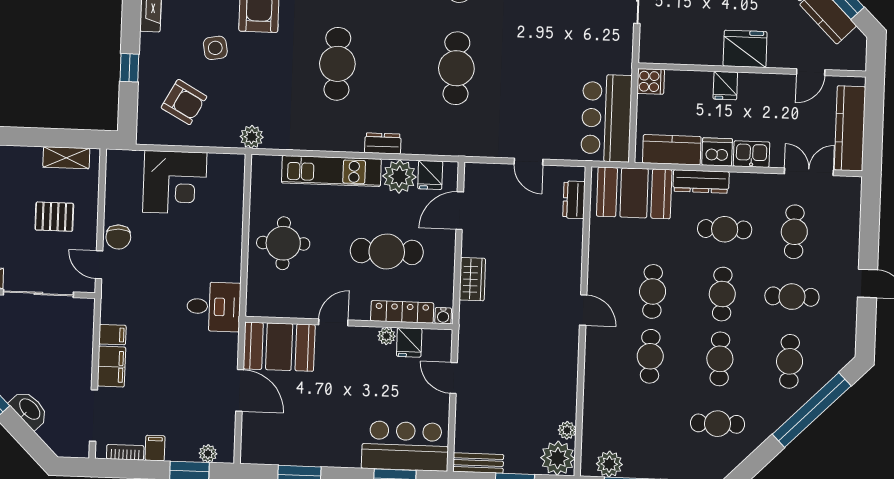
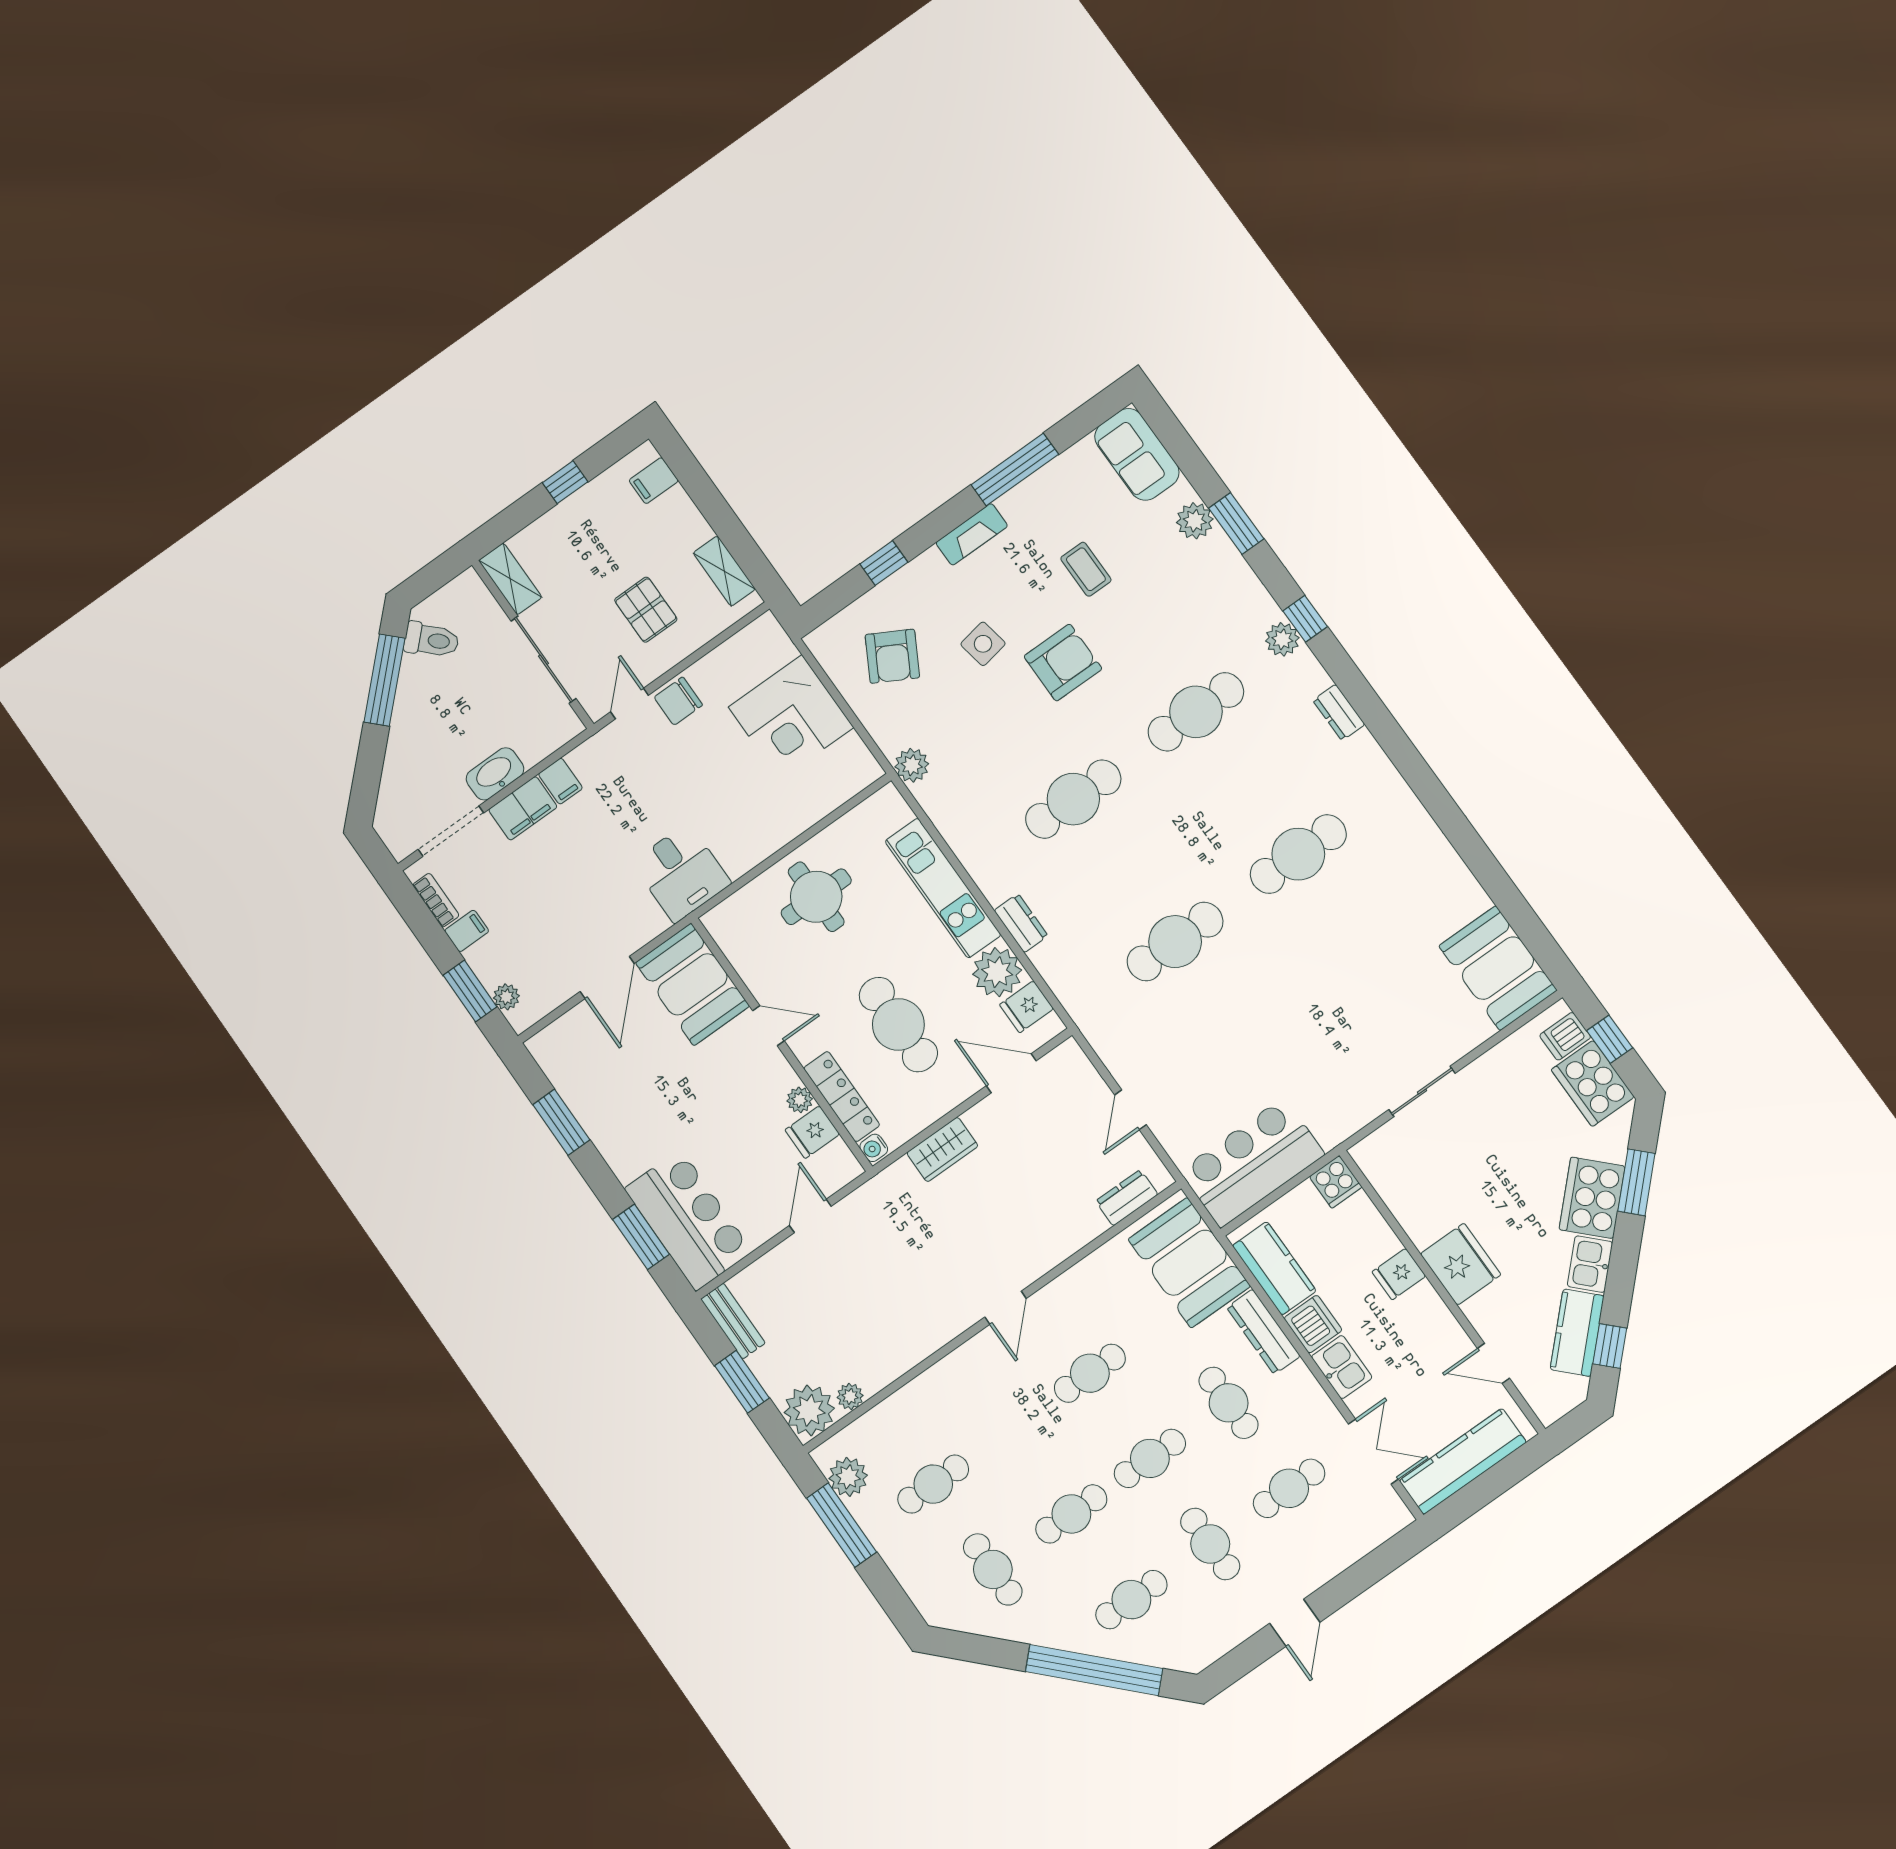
cafe table: (650, 356) -> (933, 1484), moved
washbasin: (29, 410) -> (495, 774), moved, turned -135

